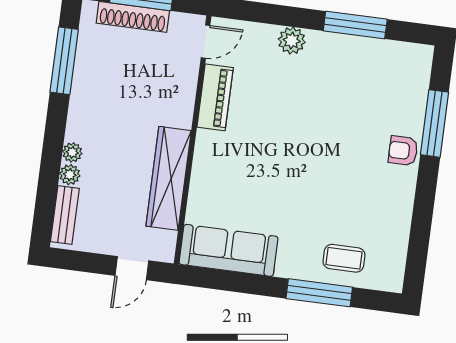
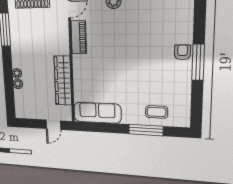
window: (434, 123) -> (198, 62), moved
armchair: (403, 151) -> (182, 52), turned 90
bench: (65, 215) -> (19, 103), removed

